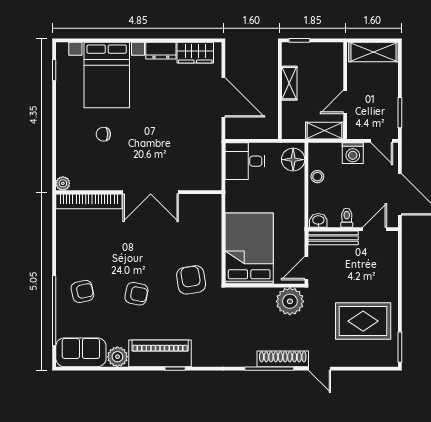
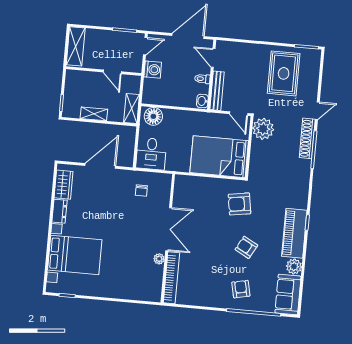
shelving: (325, 131) -> (132, 109), moved
chair: (103, 134) -> (141, 191), moved
stool: (317, 177) -> (168, 99), removed
plant: (63, 183) -> (159, 259), moved
armchair: (136, 294) -> (246, 247), turned -72

